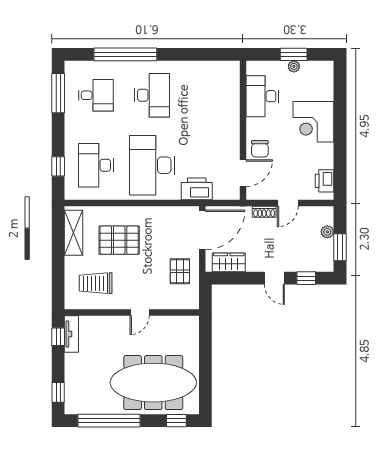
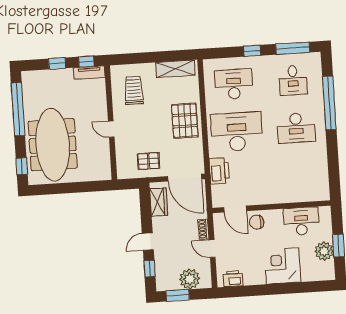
plant: (294, 66) -> (324, 251), width x1.88, depth x1.88
window: (58, 166) -> (252, 51), moved
plant: (327, 232) -> (190, 279), width x1.87, depth x1.87
pallet: (119, 240) -> (185, 121), moved
window: (58, 392) -> (57, 63), moved

